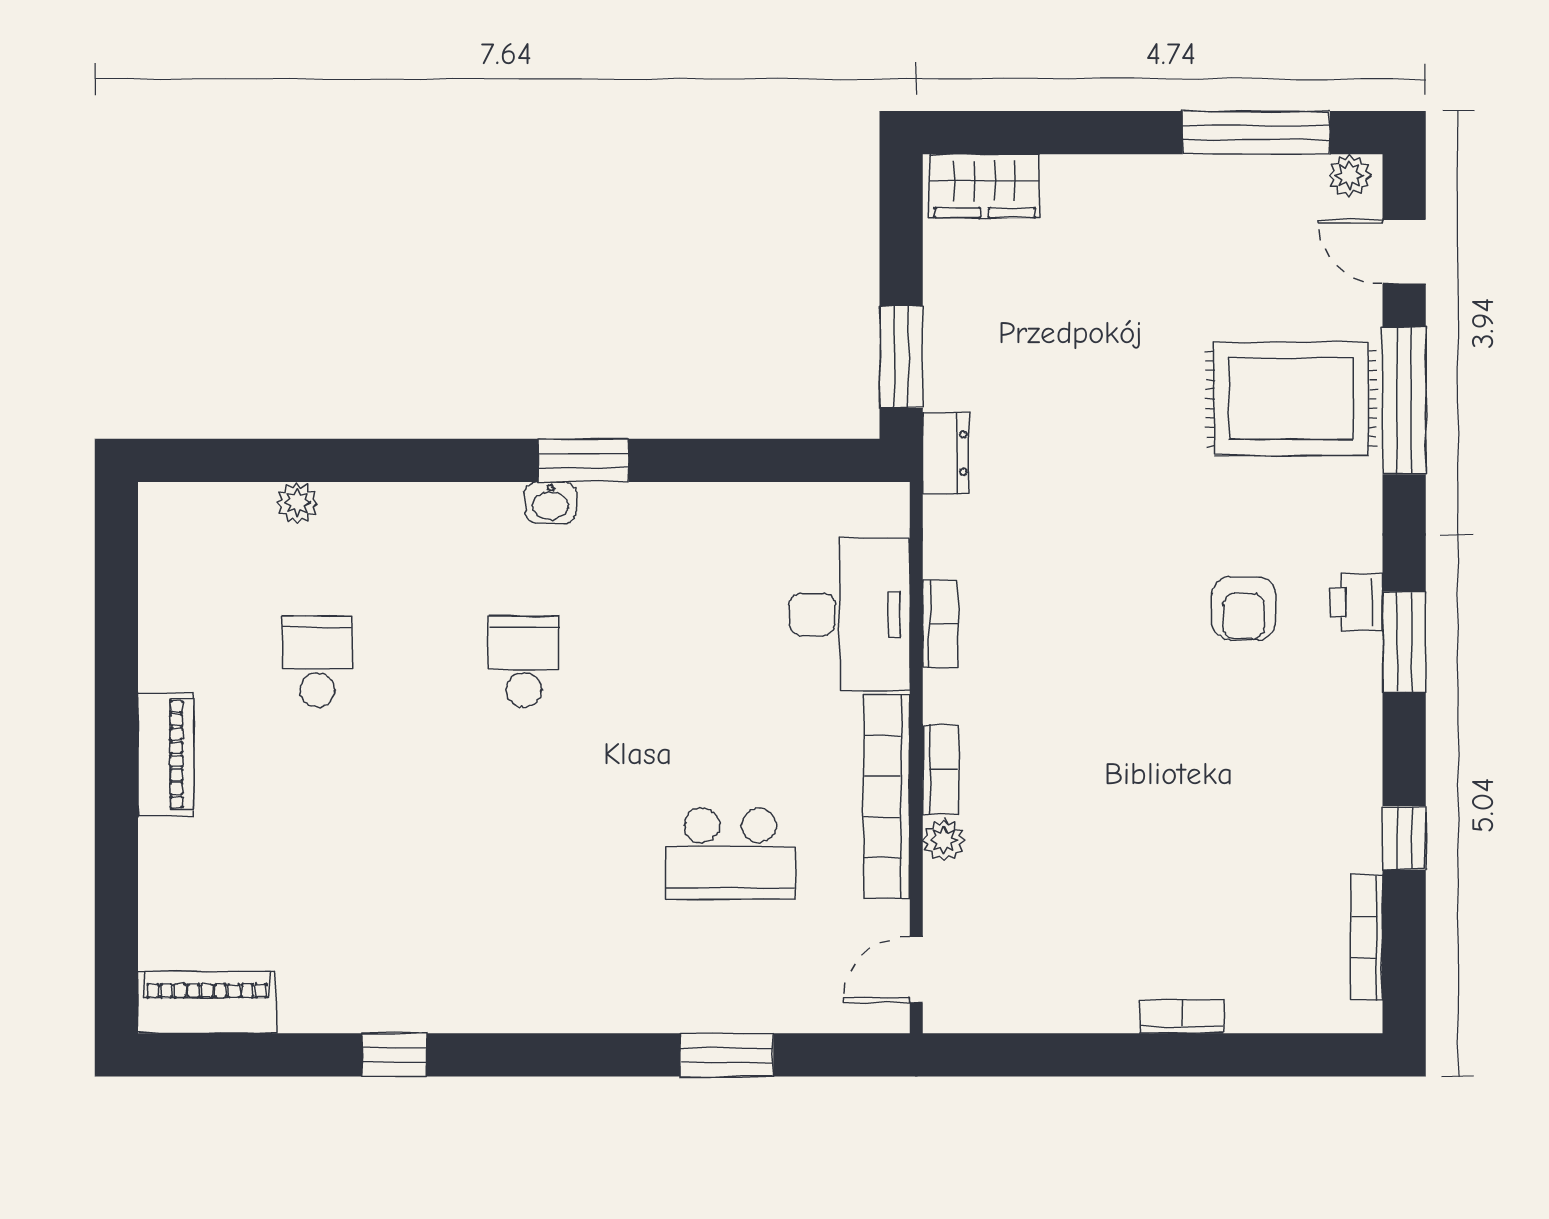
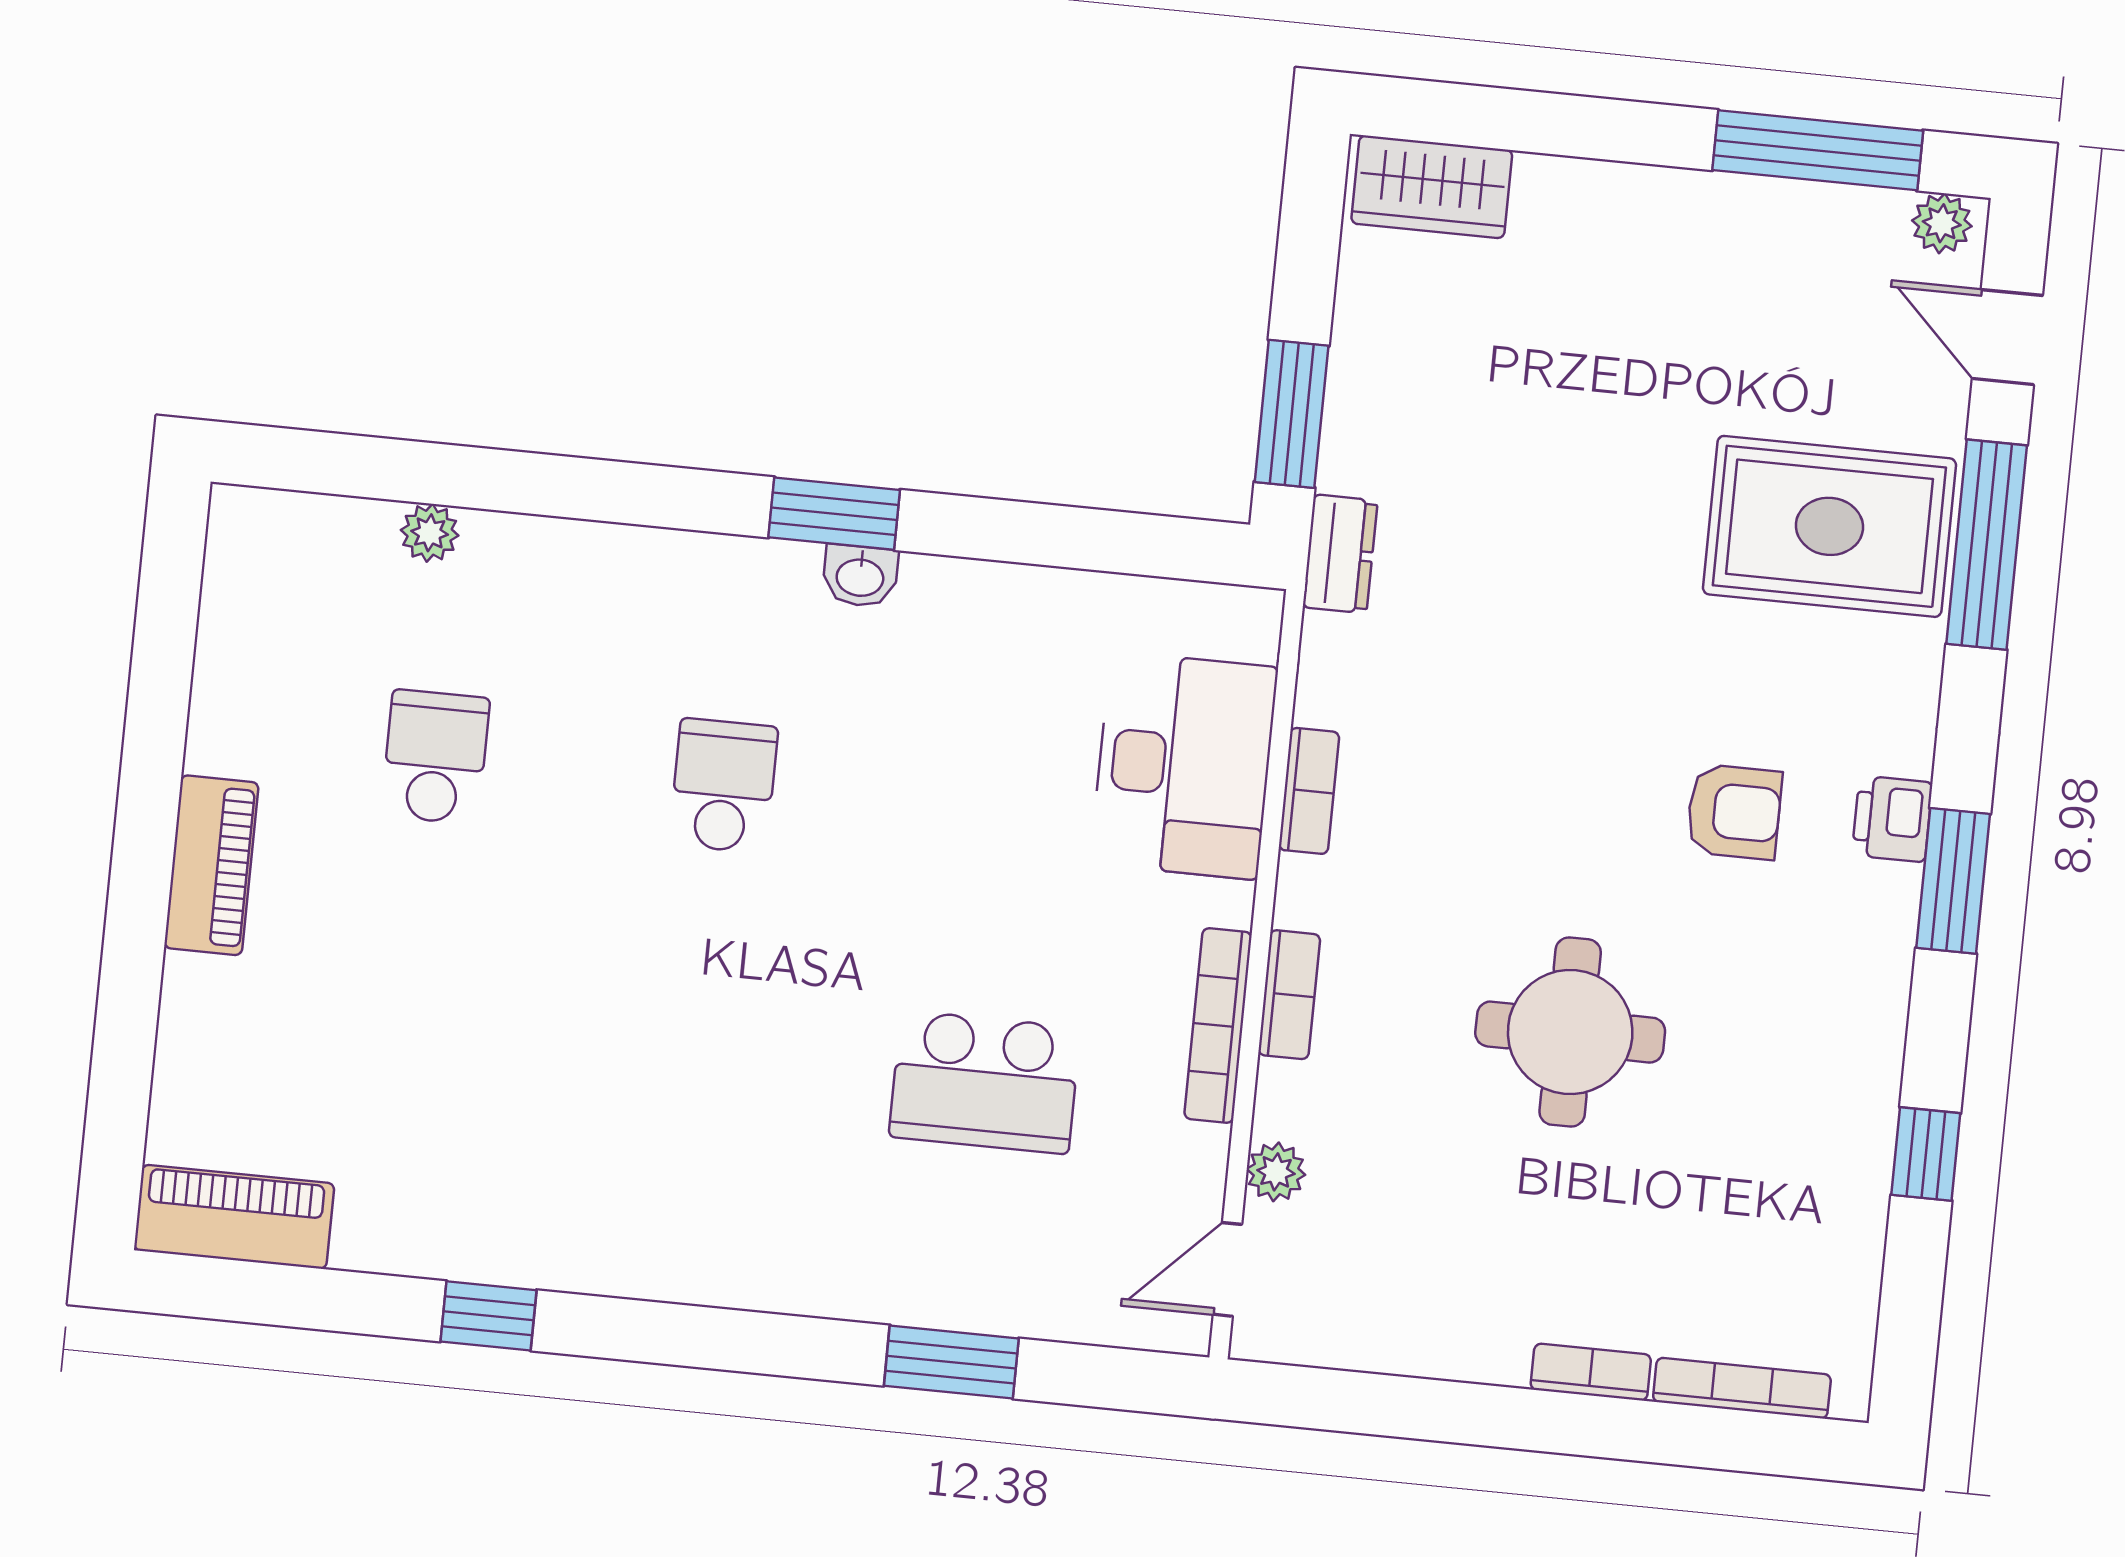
washbasin: (550, 503) -> (860, 576), moved
armchair: (1244, 608) -> (1734, 812), turned -90
round table: (1143, 776) -> (1570, 1032), added
bookcase: (887, 797) -> (1218, 1025), width x0.68, depth x0.76
plant: (944, 840) -> (1276, 1172), moved
bookcase: (1367, 938) -> (1742, 1388), moved, turned 90

